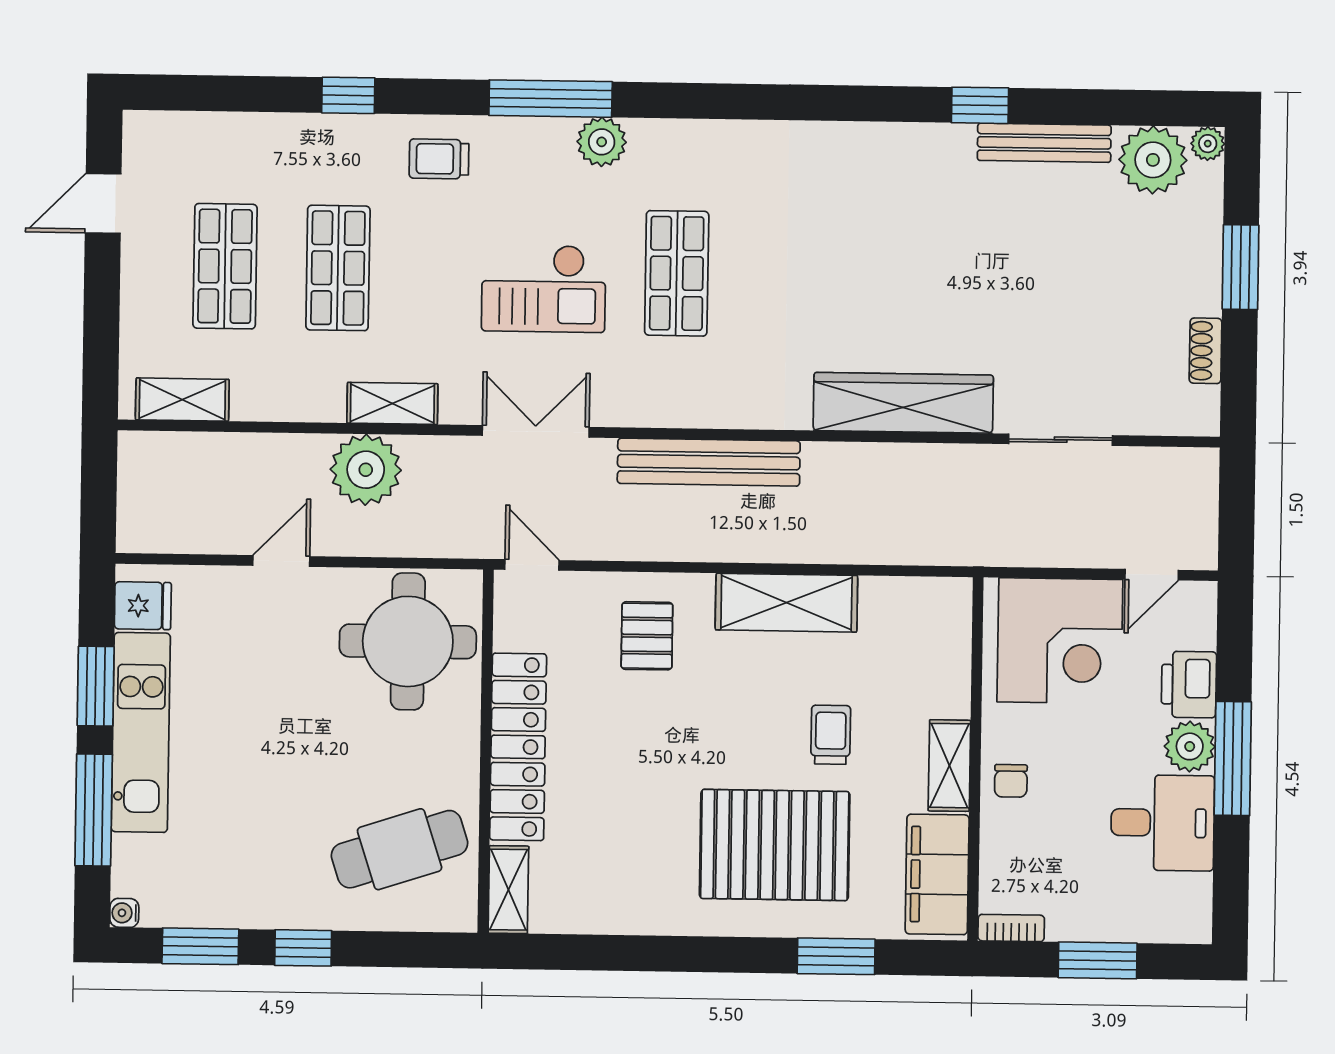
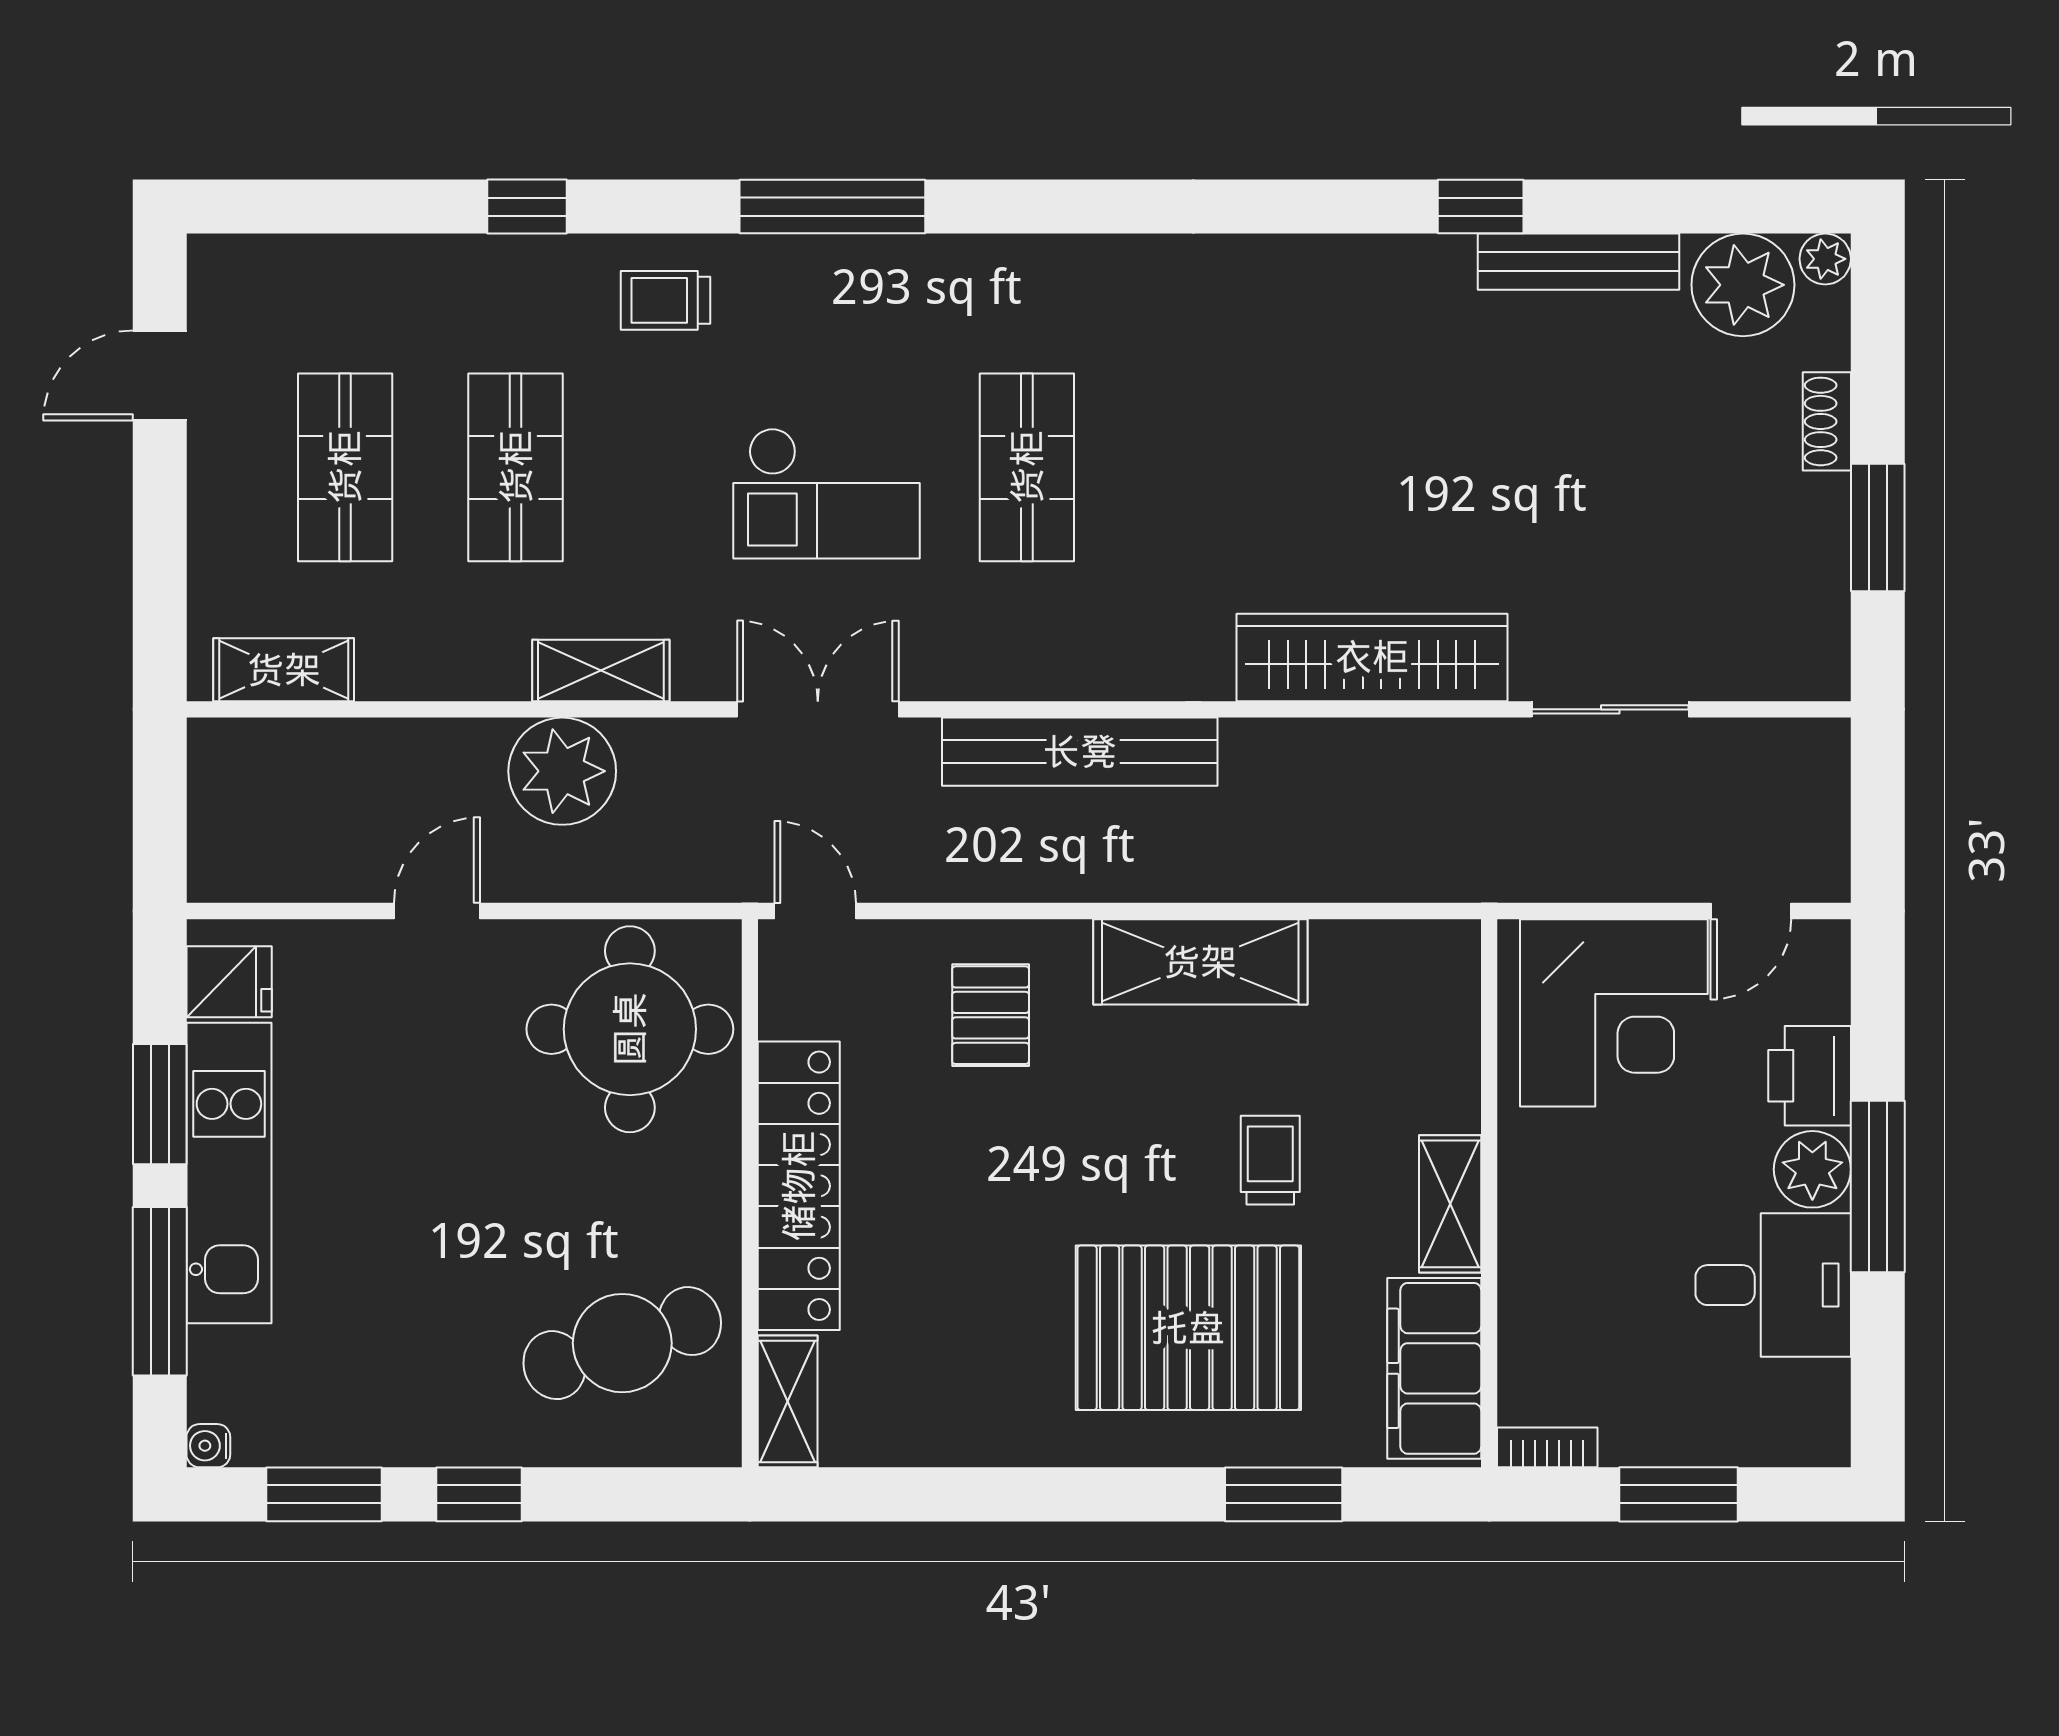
plant: (602, 142) -> (911, 271), removed
window: (1240, 267) -> (1878, 527), moved
shoe rack: (1206, 351) -> (1827, 421), moved
chair: (1011, 781) -> (1543, 1225), removed

